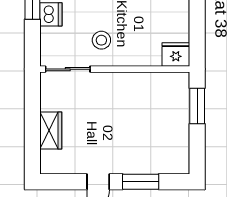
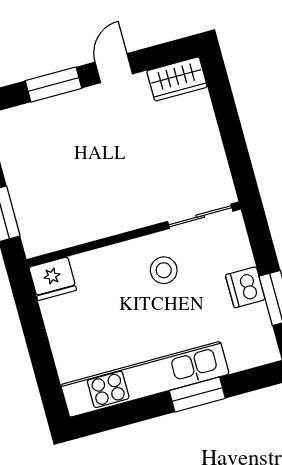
wardrobe: (51, 131) -> (177, 79), moved, turned -90

